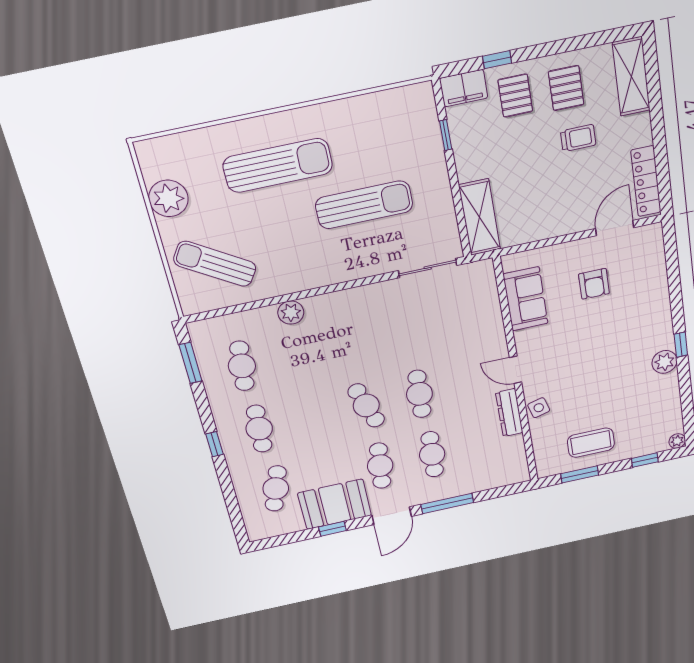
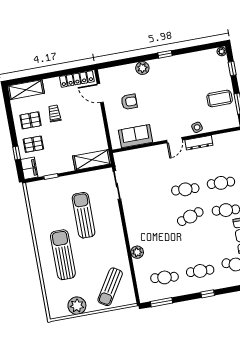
plant: (664, 362) -> (142, 68), moved
coffee table: (591, 443) -> (220, 99), turned 90

